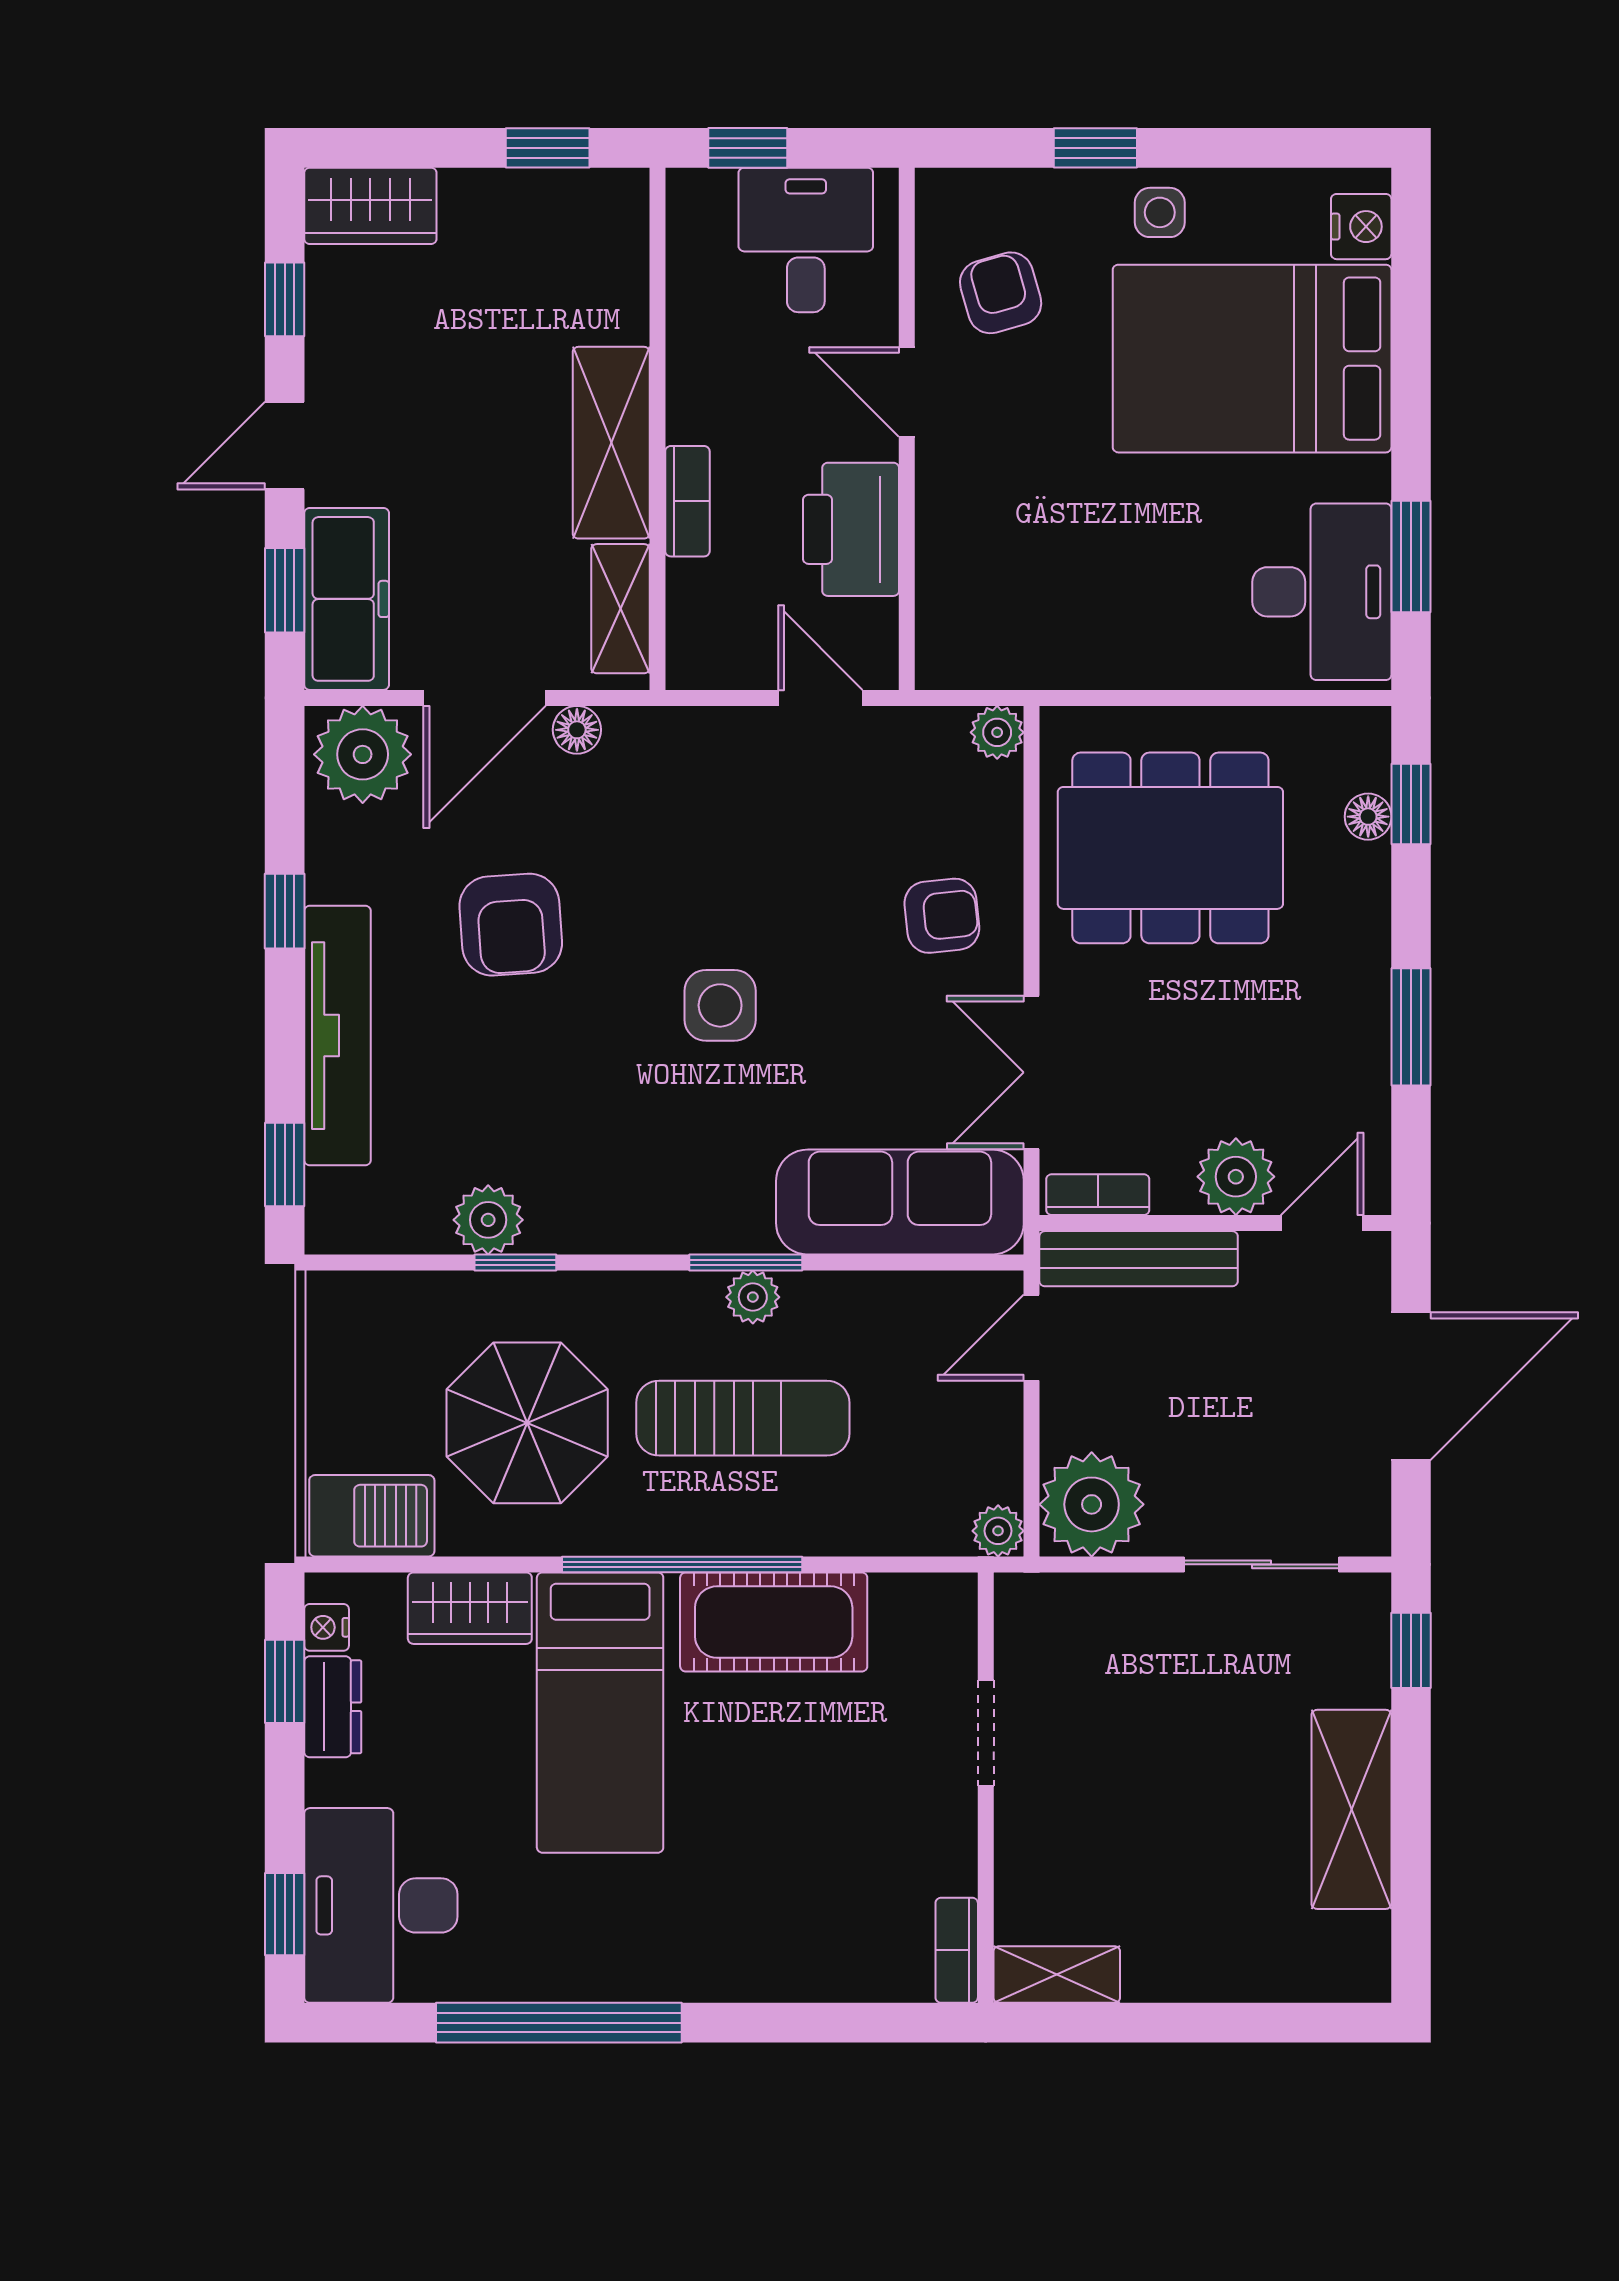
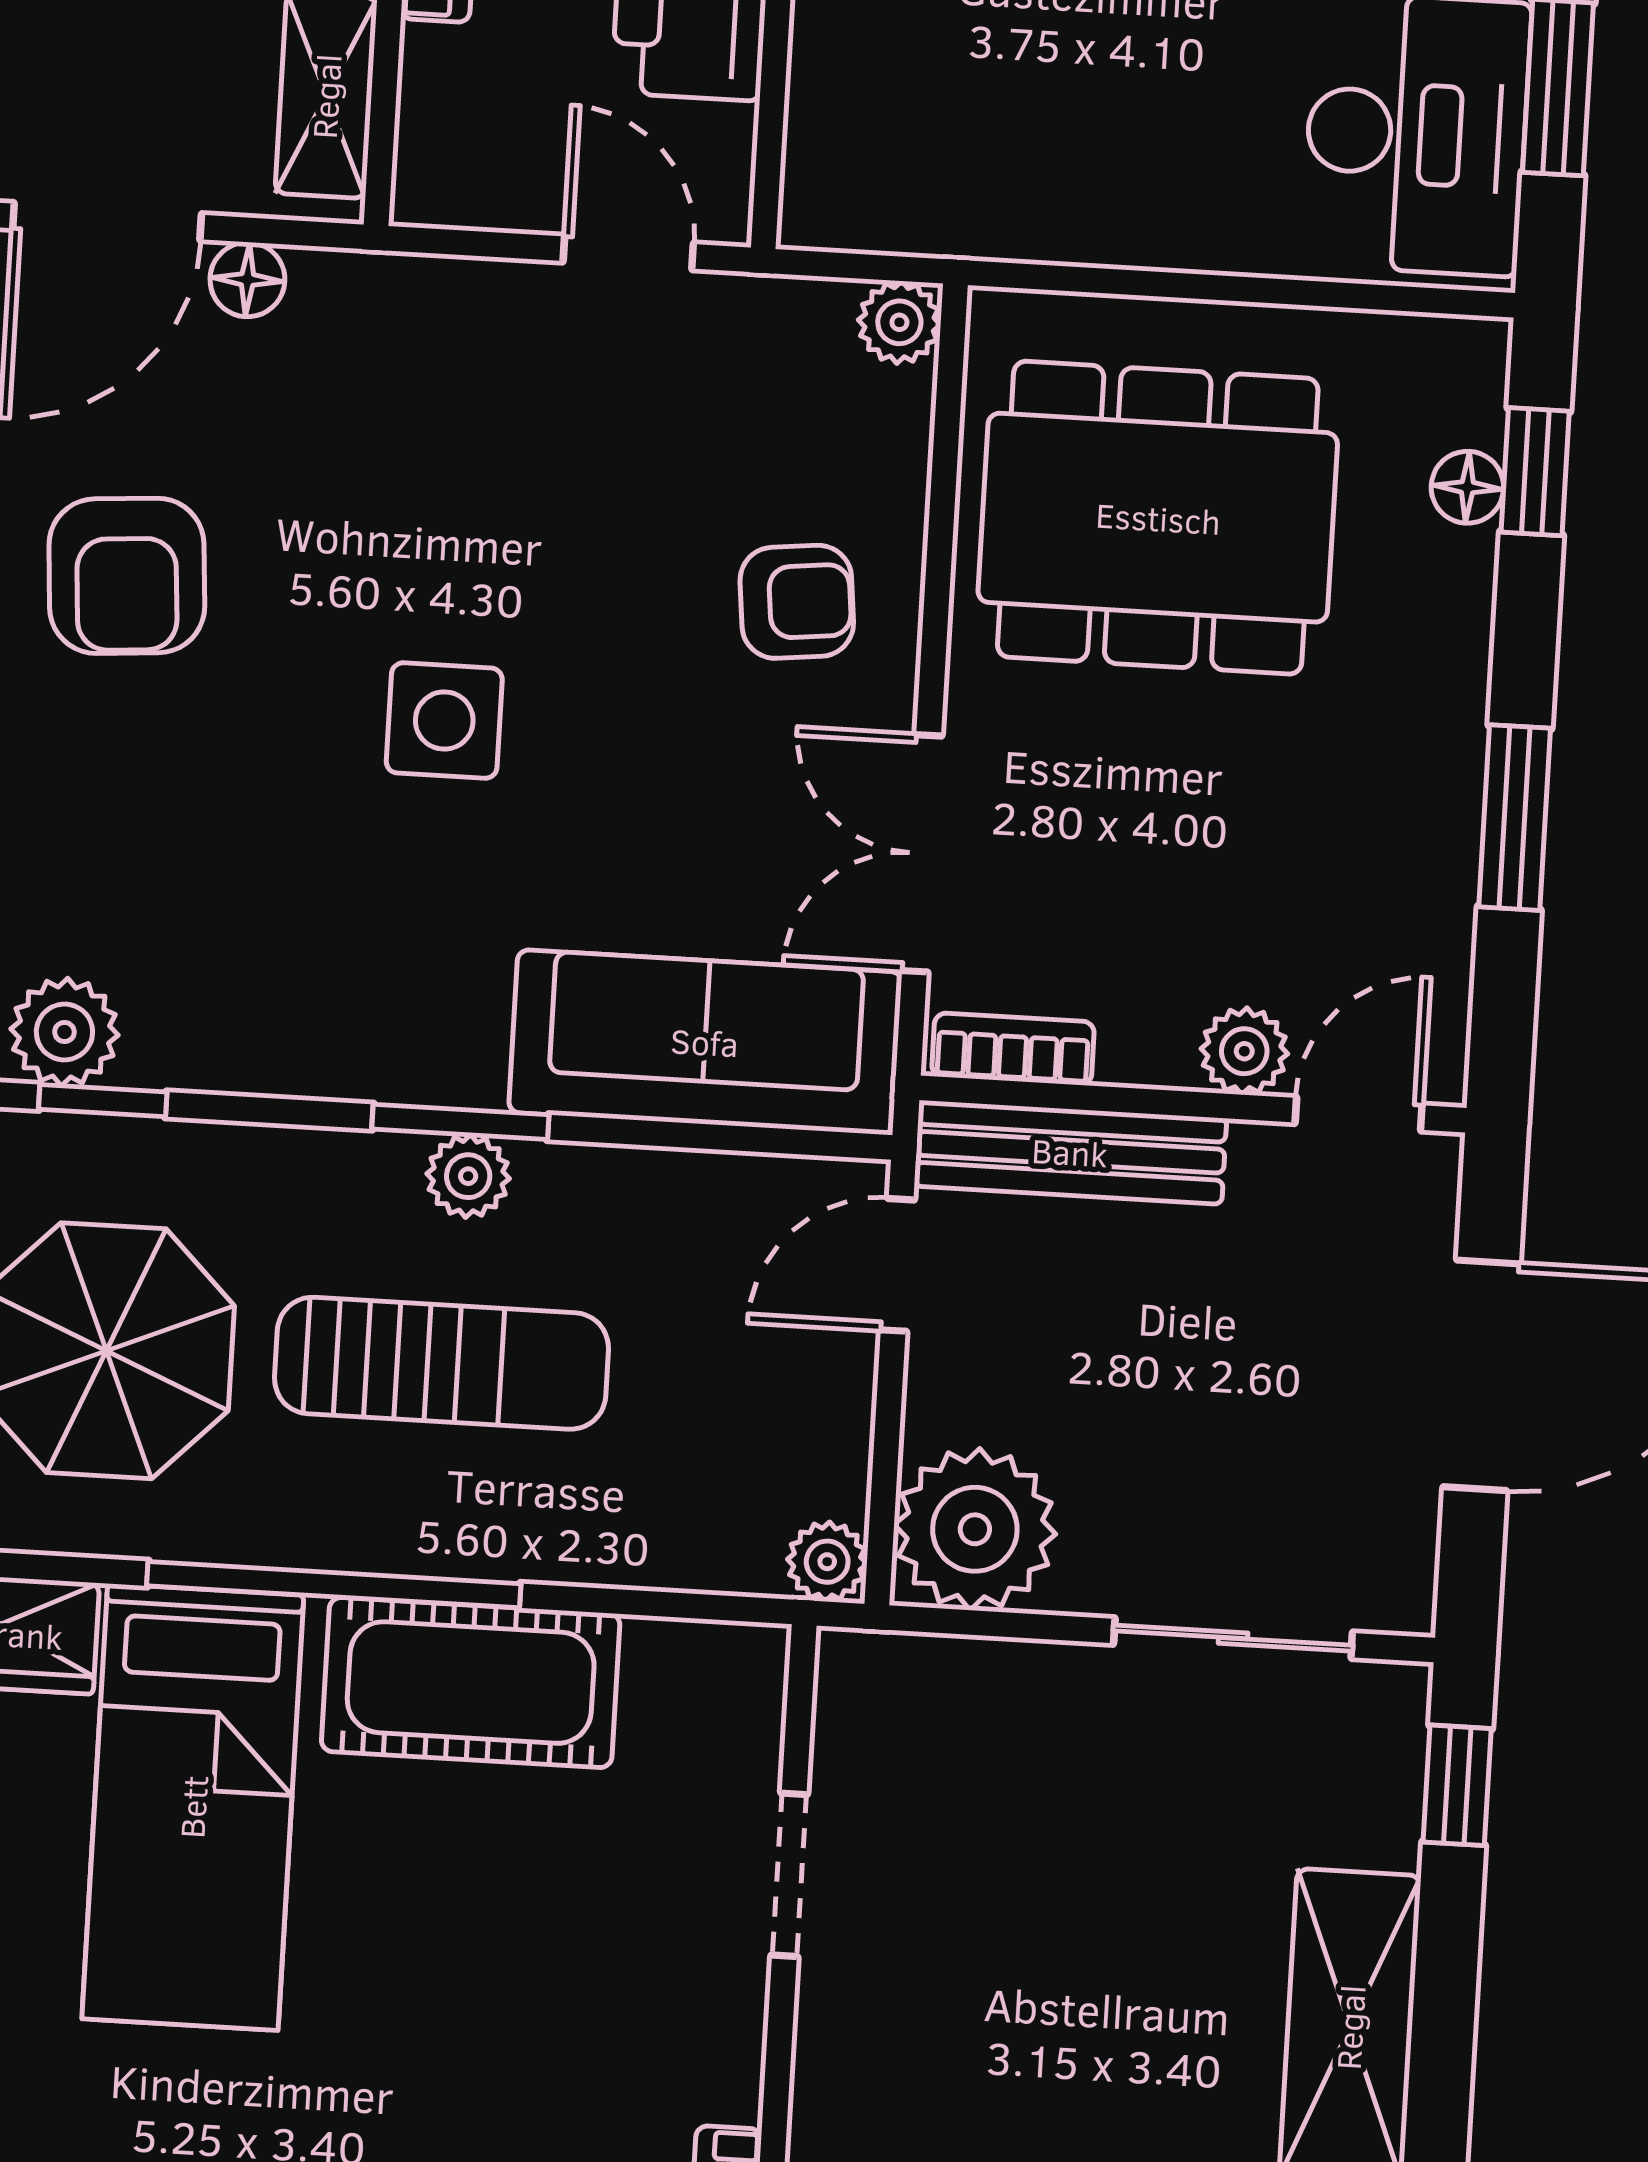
plant: (1236, 1177) -> (1244, 1051), width x0.73, depth x0.73

